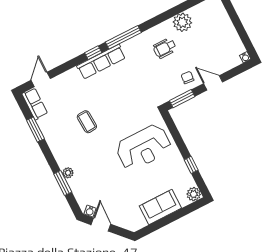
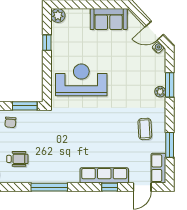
window: (93, 53) -> (110, 187), moved
row of seats: (101, 62) -> (104, 175), moved
coffee table: (87, 122) -> (145, 129), moved
sofa: (160, 207) -> (109, 19), moved
door: (101, 224) -> (154, 31), hinge flipped

